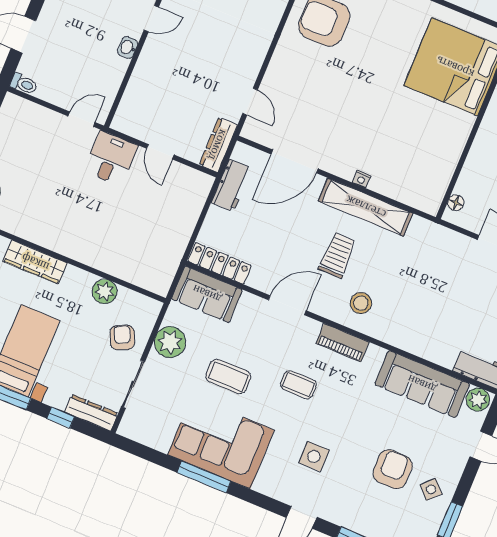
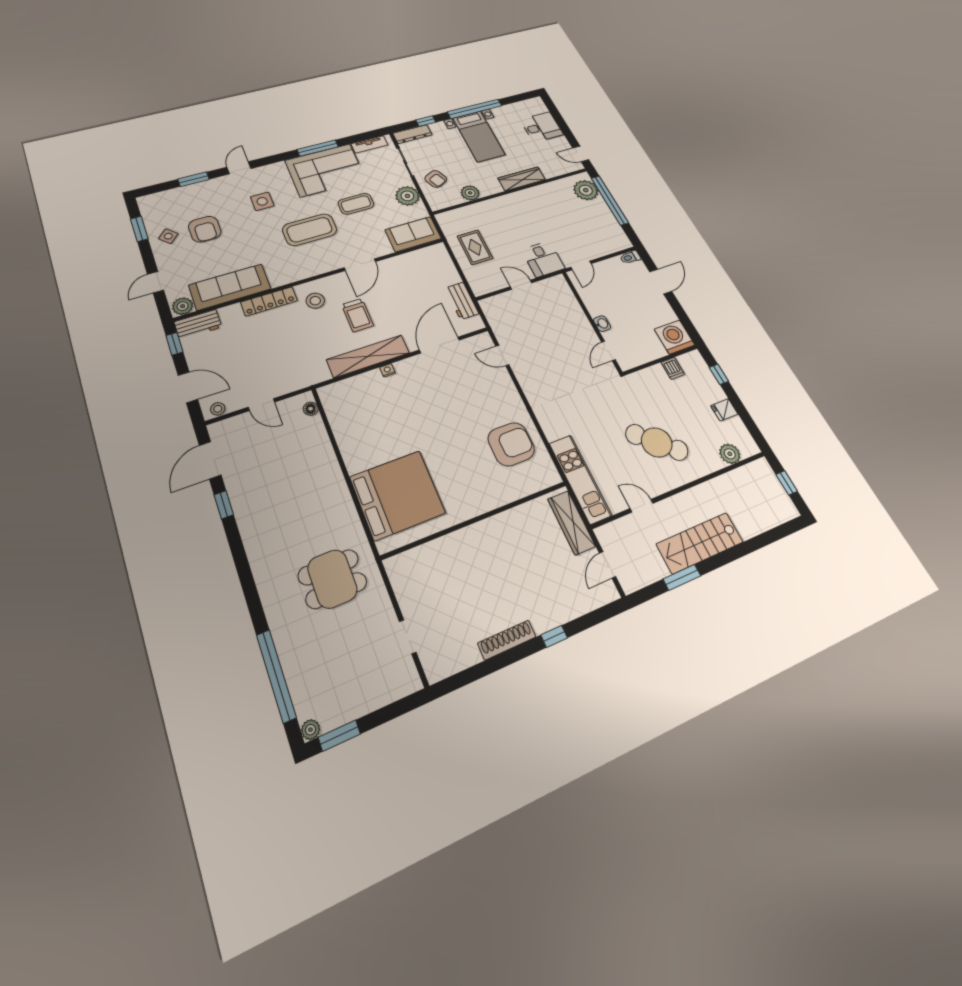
dresser: (218, 145) -> (494, 316), removed
rug: (162, 228) -> (475, 247), added
locker: (220, 263) -> (269, 301), moved
piano: (343, 343) -> (305, 271), removed
coffee table: (298, 385) -> (310, 230), width x1.86, depth x1.72
tv unit: (148, 437) -> (369, 144), added

